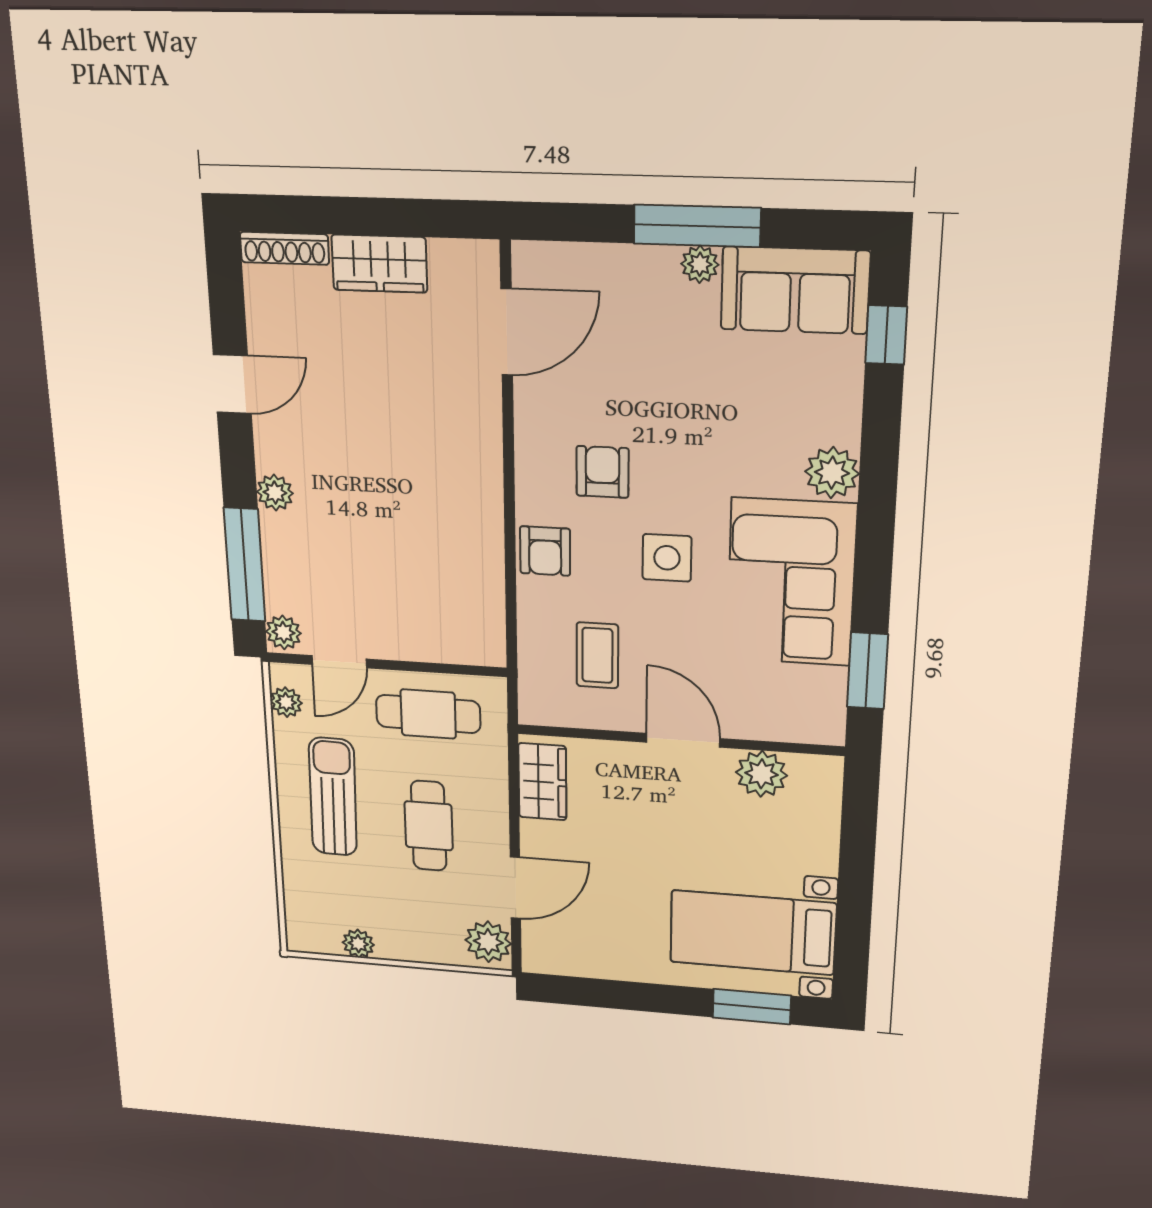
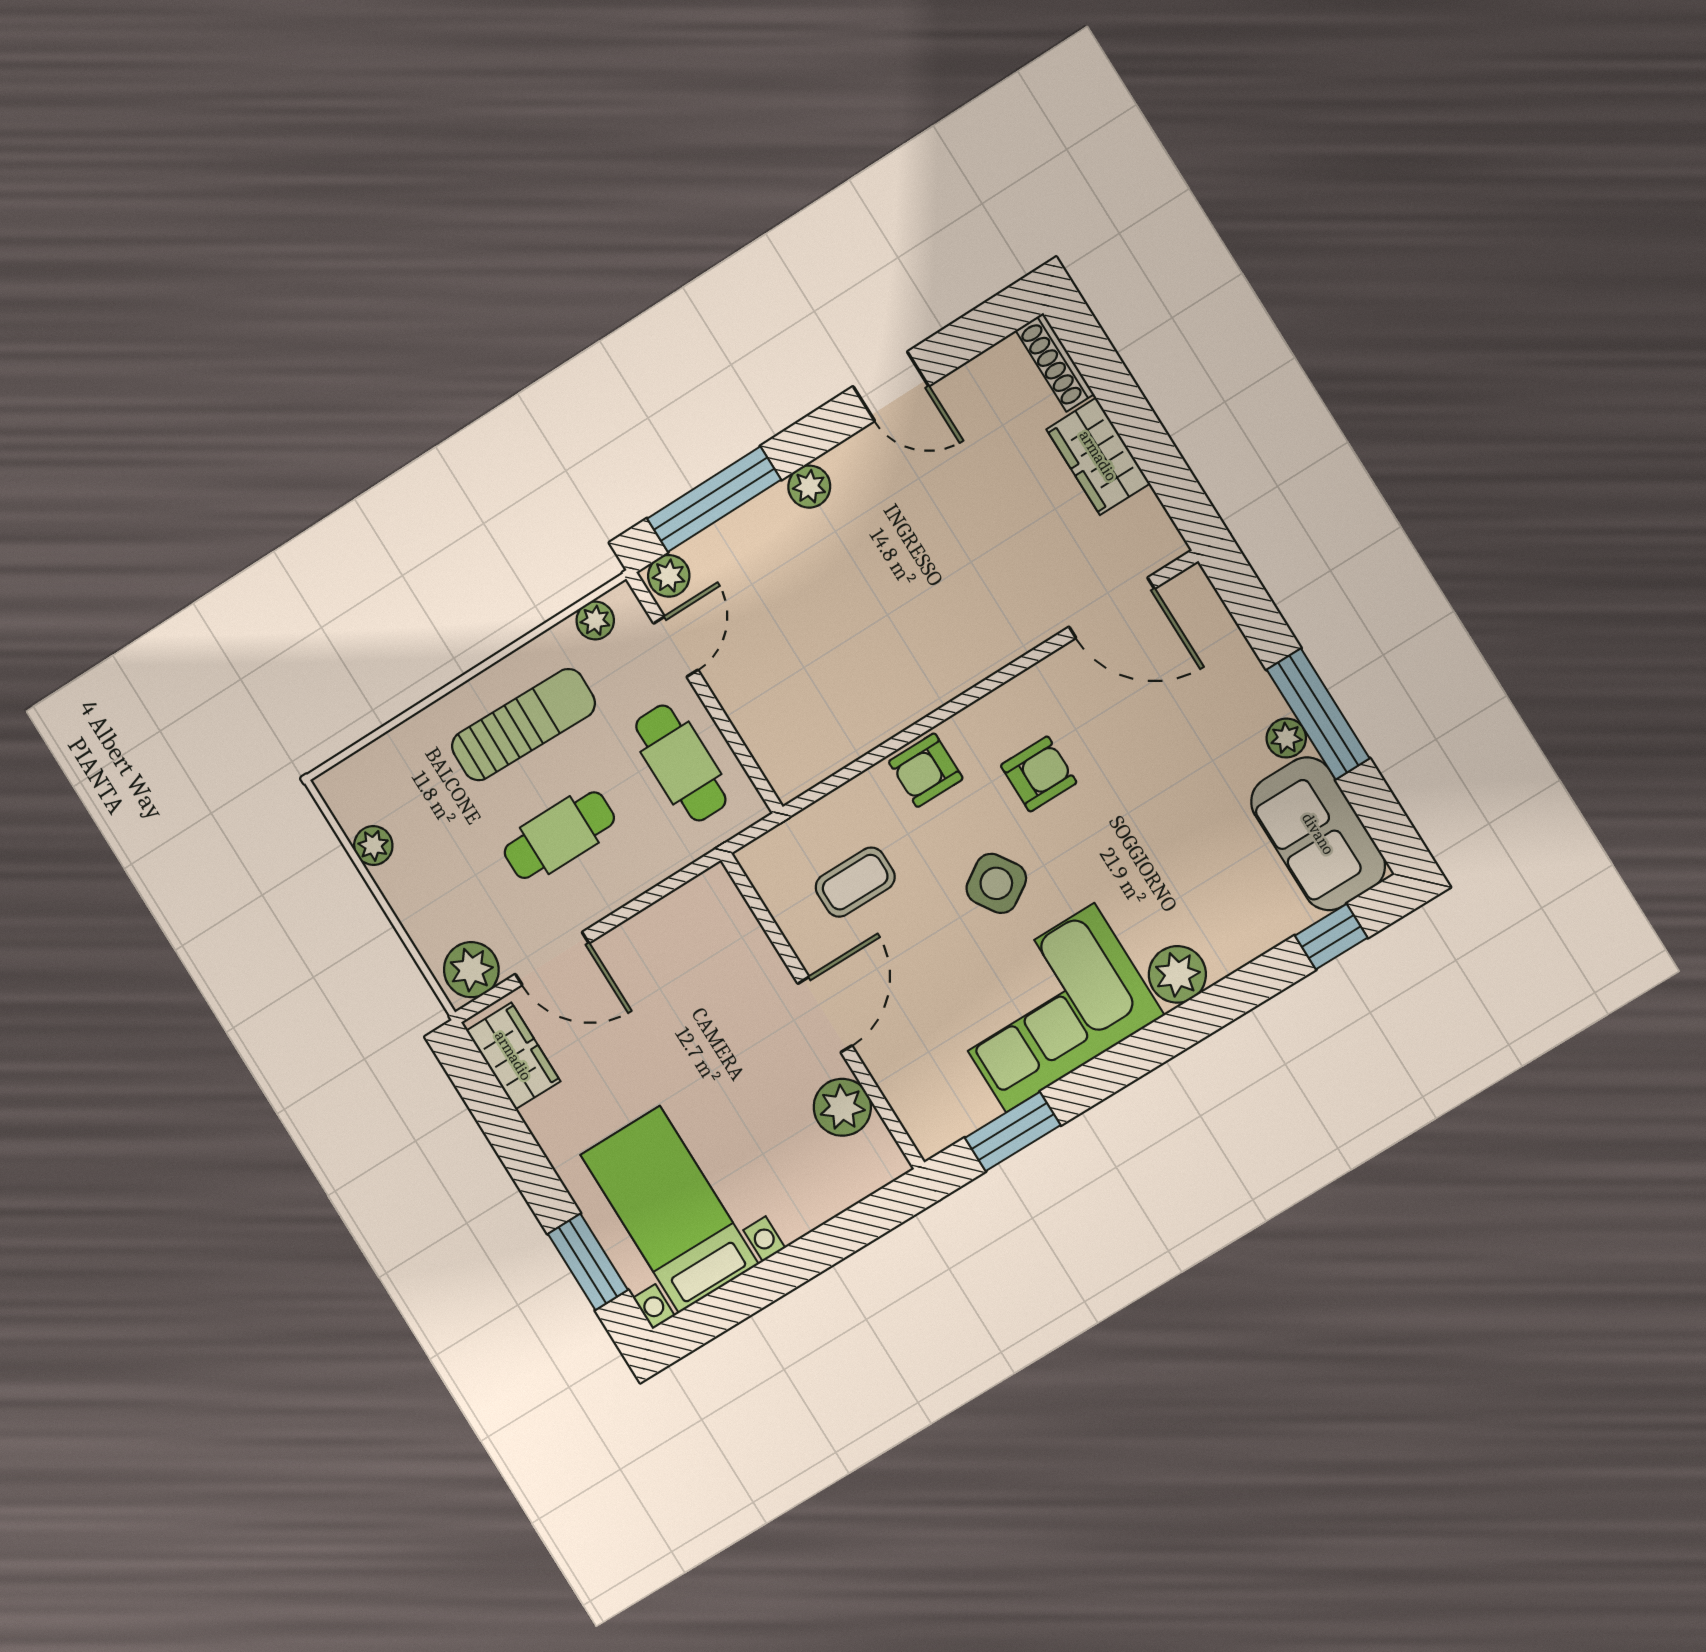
side table: (667, 558) -> (996, 883), turned -33
door: (339, 662) -> (676, 647), swing flipped
wardrobe: (542, 782) -> (513, 1056), moved, turned -90

